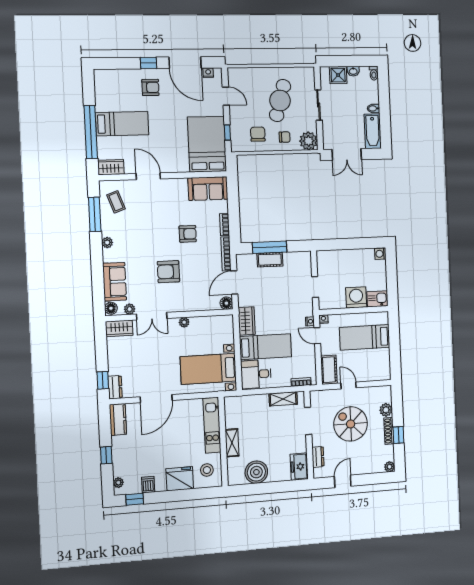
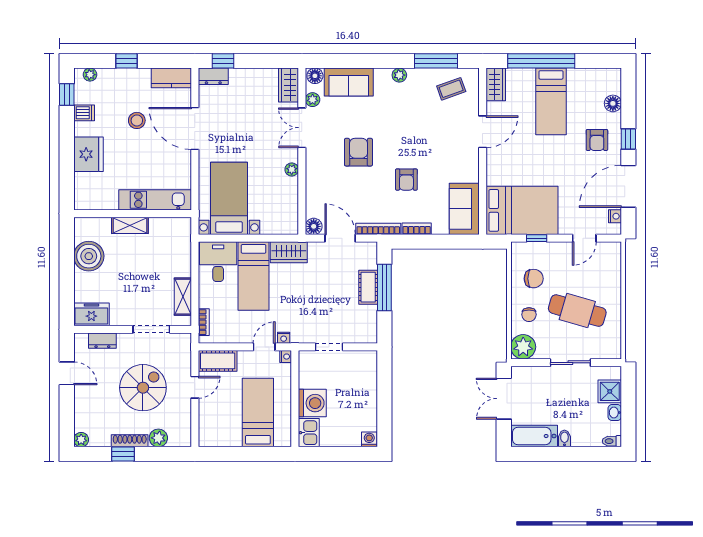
floor lamp: (121, 75) -> (613, 103), added
stool: (207, 470) -> (137, 120), moved

